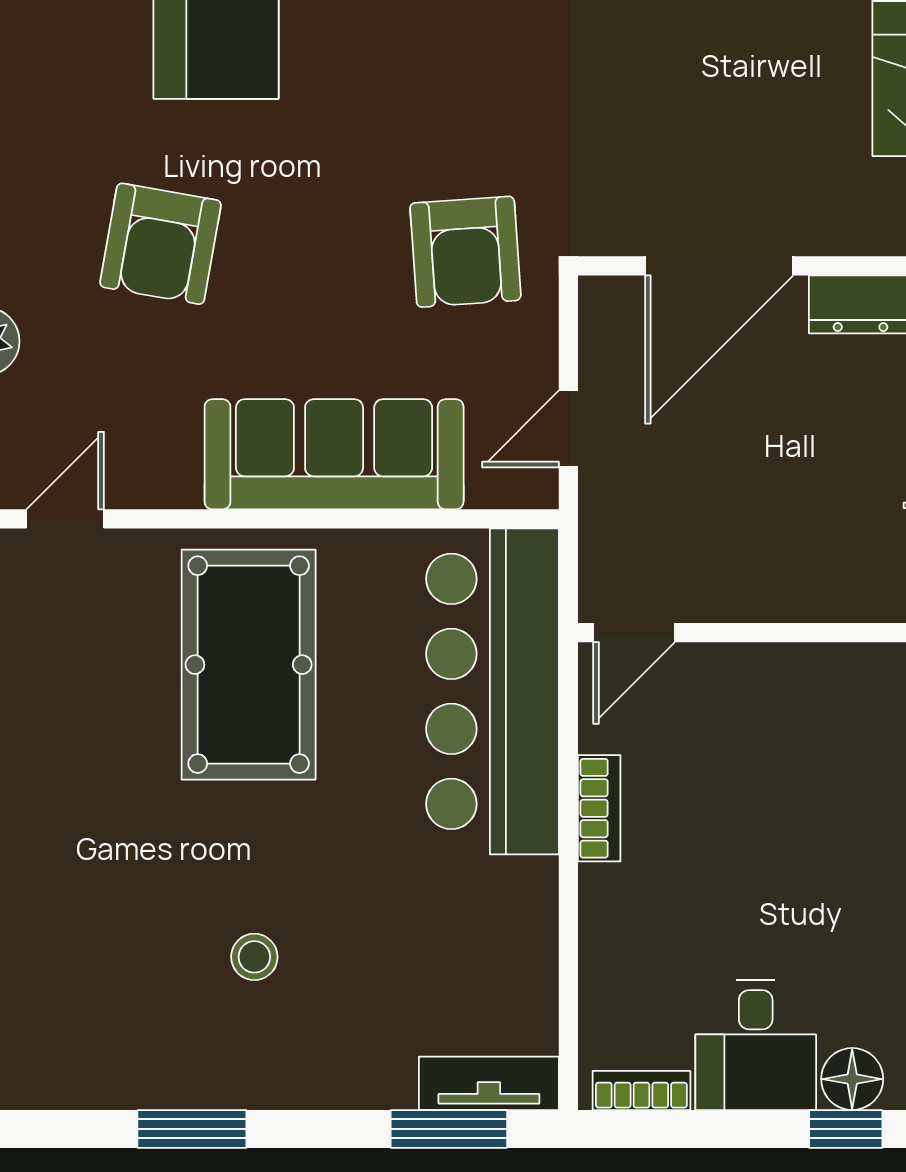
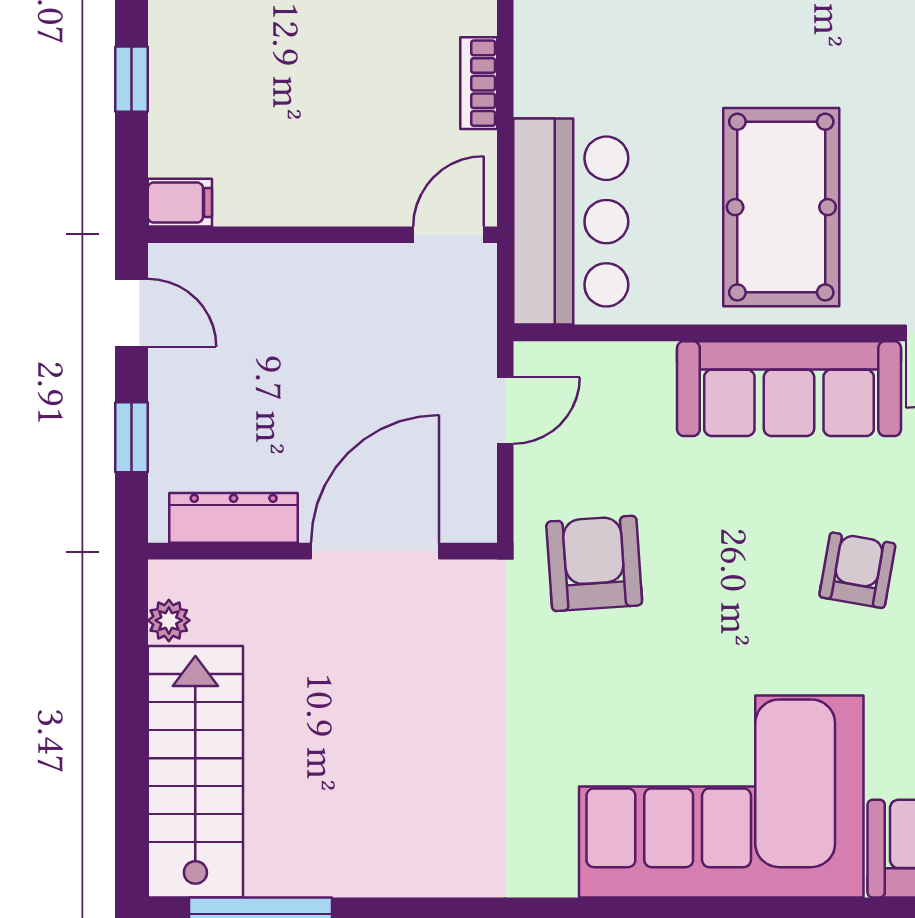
armchair: (160, 244) -> (857, 570), width x0.72, depth x0.72
sofa: (334, 454) -> (789, 389), moved
bar counter: (493, 691) -> (571, 222), width x0.73

